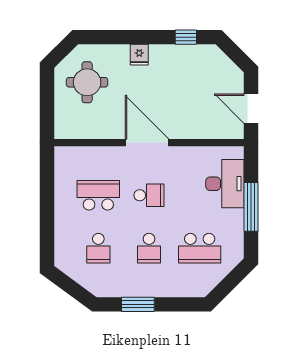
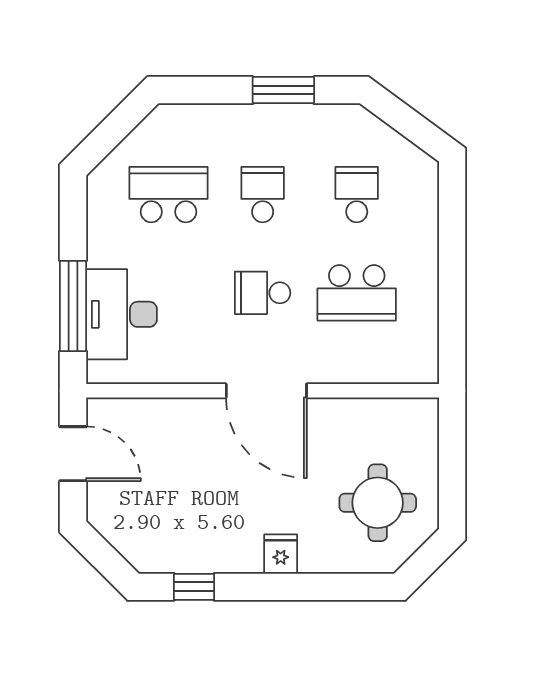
window: (251, 207) -> (73, 306), moved

